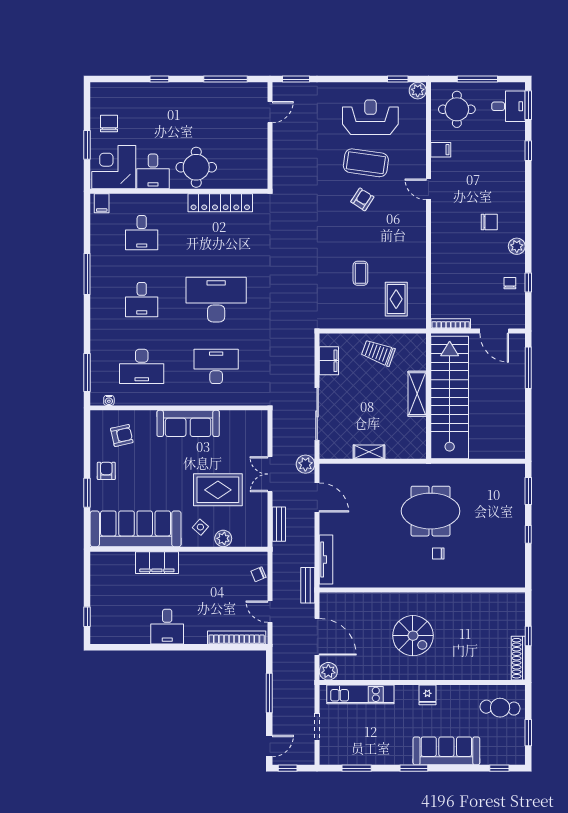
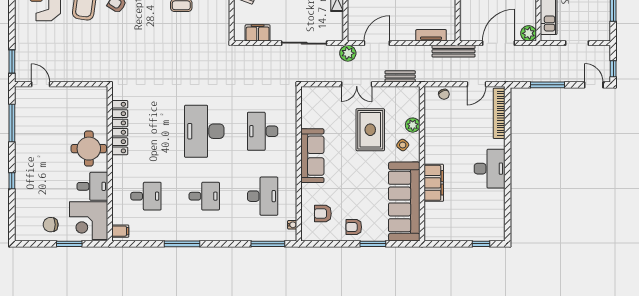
armchair: (122, 435) -> (323, 214), turned -77
tv unit: (326, 559) -> (431, 35), width x0.71
bench: (308, 585) -> (454, 51), width x1.36
desk: (167, 627) -> (490, 169), width x1.37

